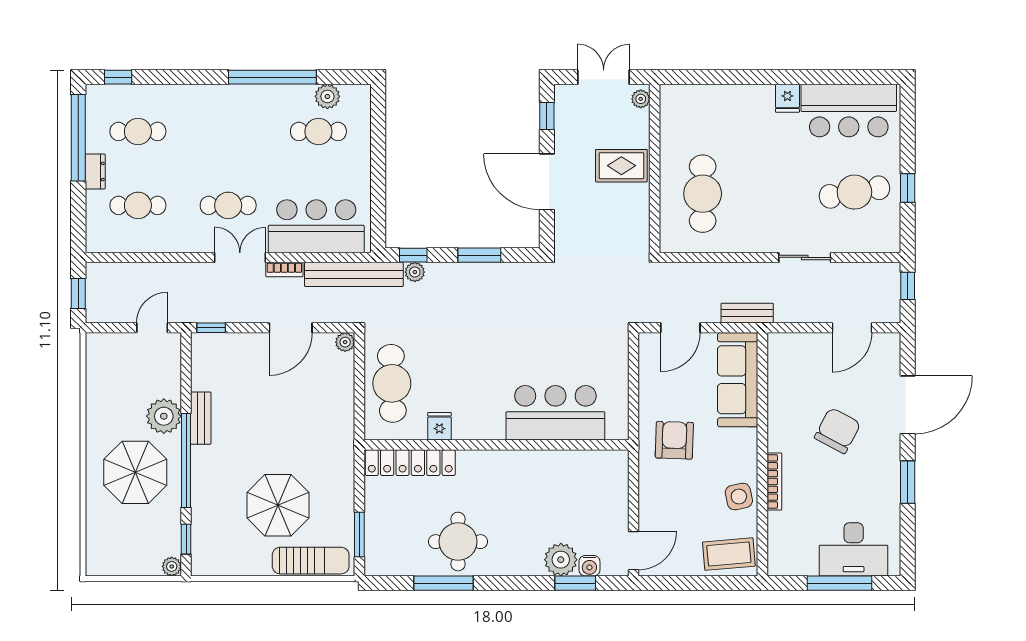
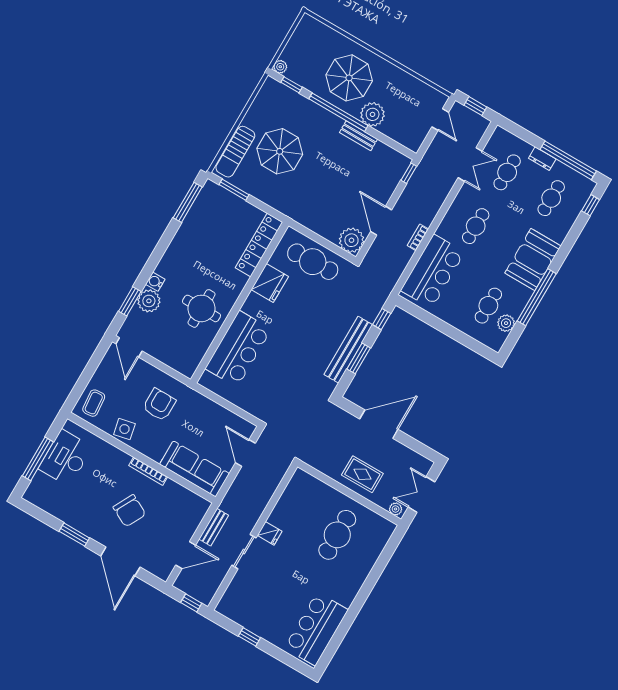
double door: (604, 77) -> (421, 494), swing flipped
fridge: (787, 98) -> (270, 533), moved, turned 180
booth: (228, 109) -> (533, 259), added
window: (547, 116) -> (418, 447), removed
rug: (621, 166) -> (362, 474), turned 90
cafe table: (854, 192) -> (266, 604), removed
cafe table: (703, 194) -> (337, 535), moved, turned 90
double door: (240, 257) -> (470, 164), moved
plant: (415, 272) -> (371, 314), removed
bench: (354, 274) -> (348, 350), moved
bench: (747, 313) -> (214, 527), moved
door: (152, 328) -> (440, 119), moved
door: (852, 328) -> (186, 555), swing flipped
plant: (345, 342) -> (352, 240), width x1.87, depth x1.87
fridge: (439, 426) -> (270, 283), width x1.88, depth x1.34
armchair: (674, 440) -> (159, 405), moved, turned -92
bookcase: (774, 481) -> (148, 471), moved
round table: (458, 542) -> (202, 308), moved
desk: (854, 549) -> (65, 458), moved
coffee table: (729, 554) -> (94, 403), width x0.73, depth x0.77
water cooler: (589, 566) -> (155, 282), moved
window: (443, 583) -> (188, 202), moved

